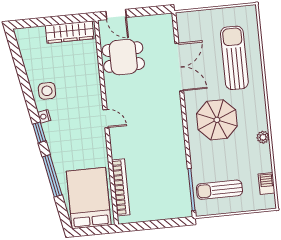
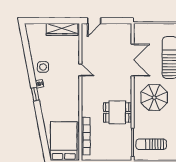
door: (116, 14) -> (94, 21), hinge flipped
dining table: (123, 57) -> (117, 112), moved
door: (106, 119) -> (80, 70), moved
window: (52, 176) -> (41, 124), removed

